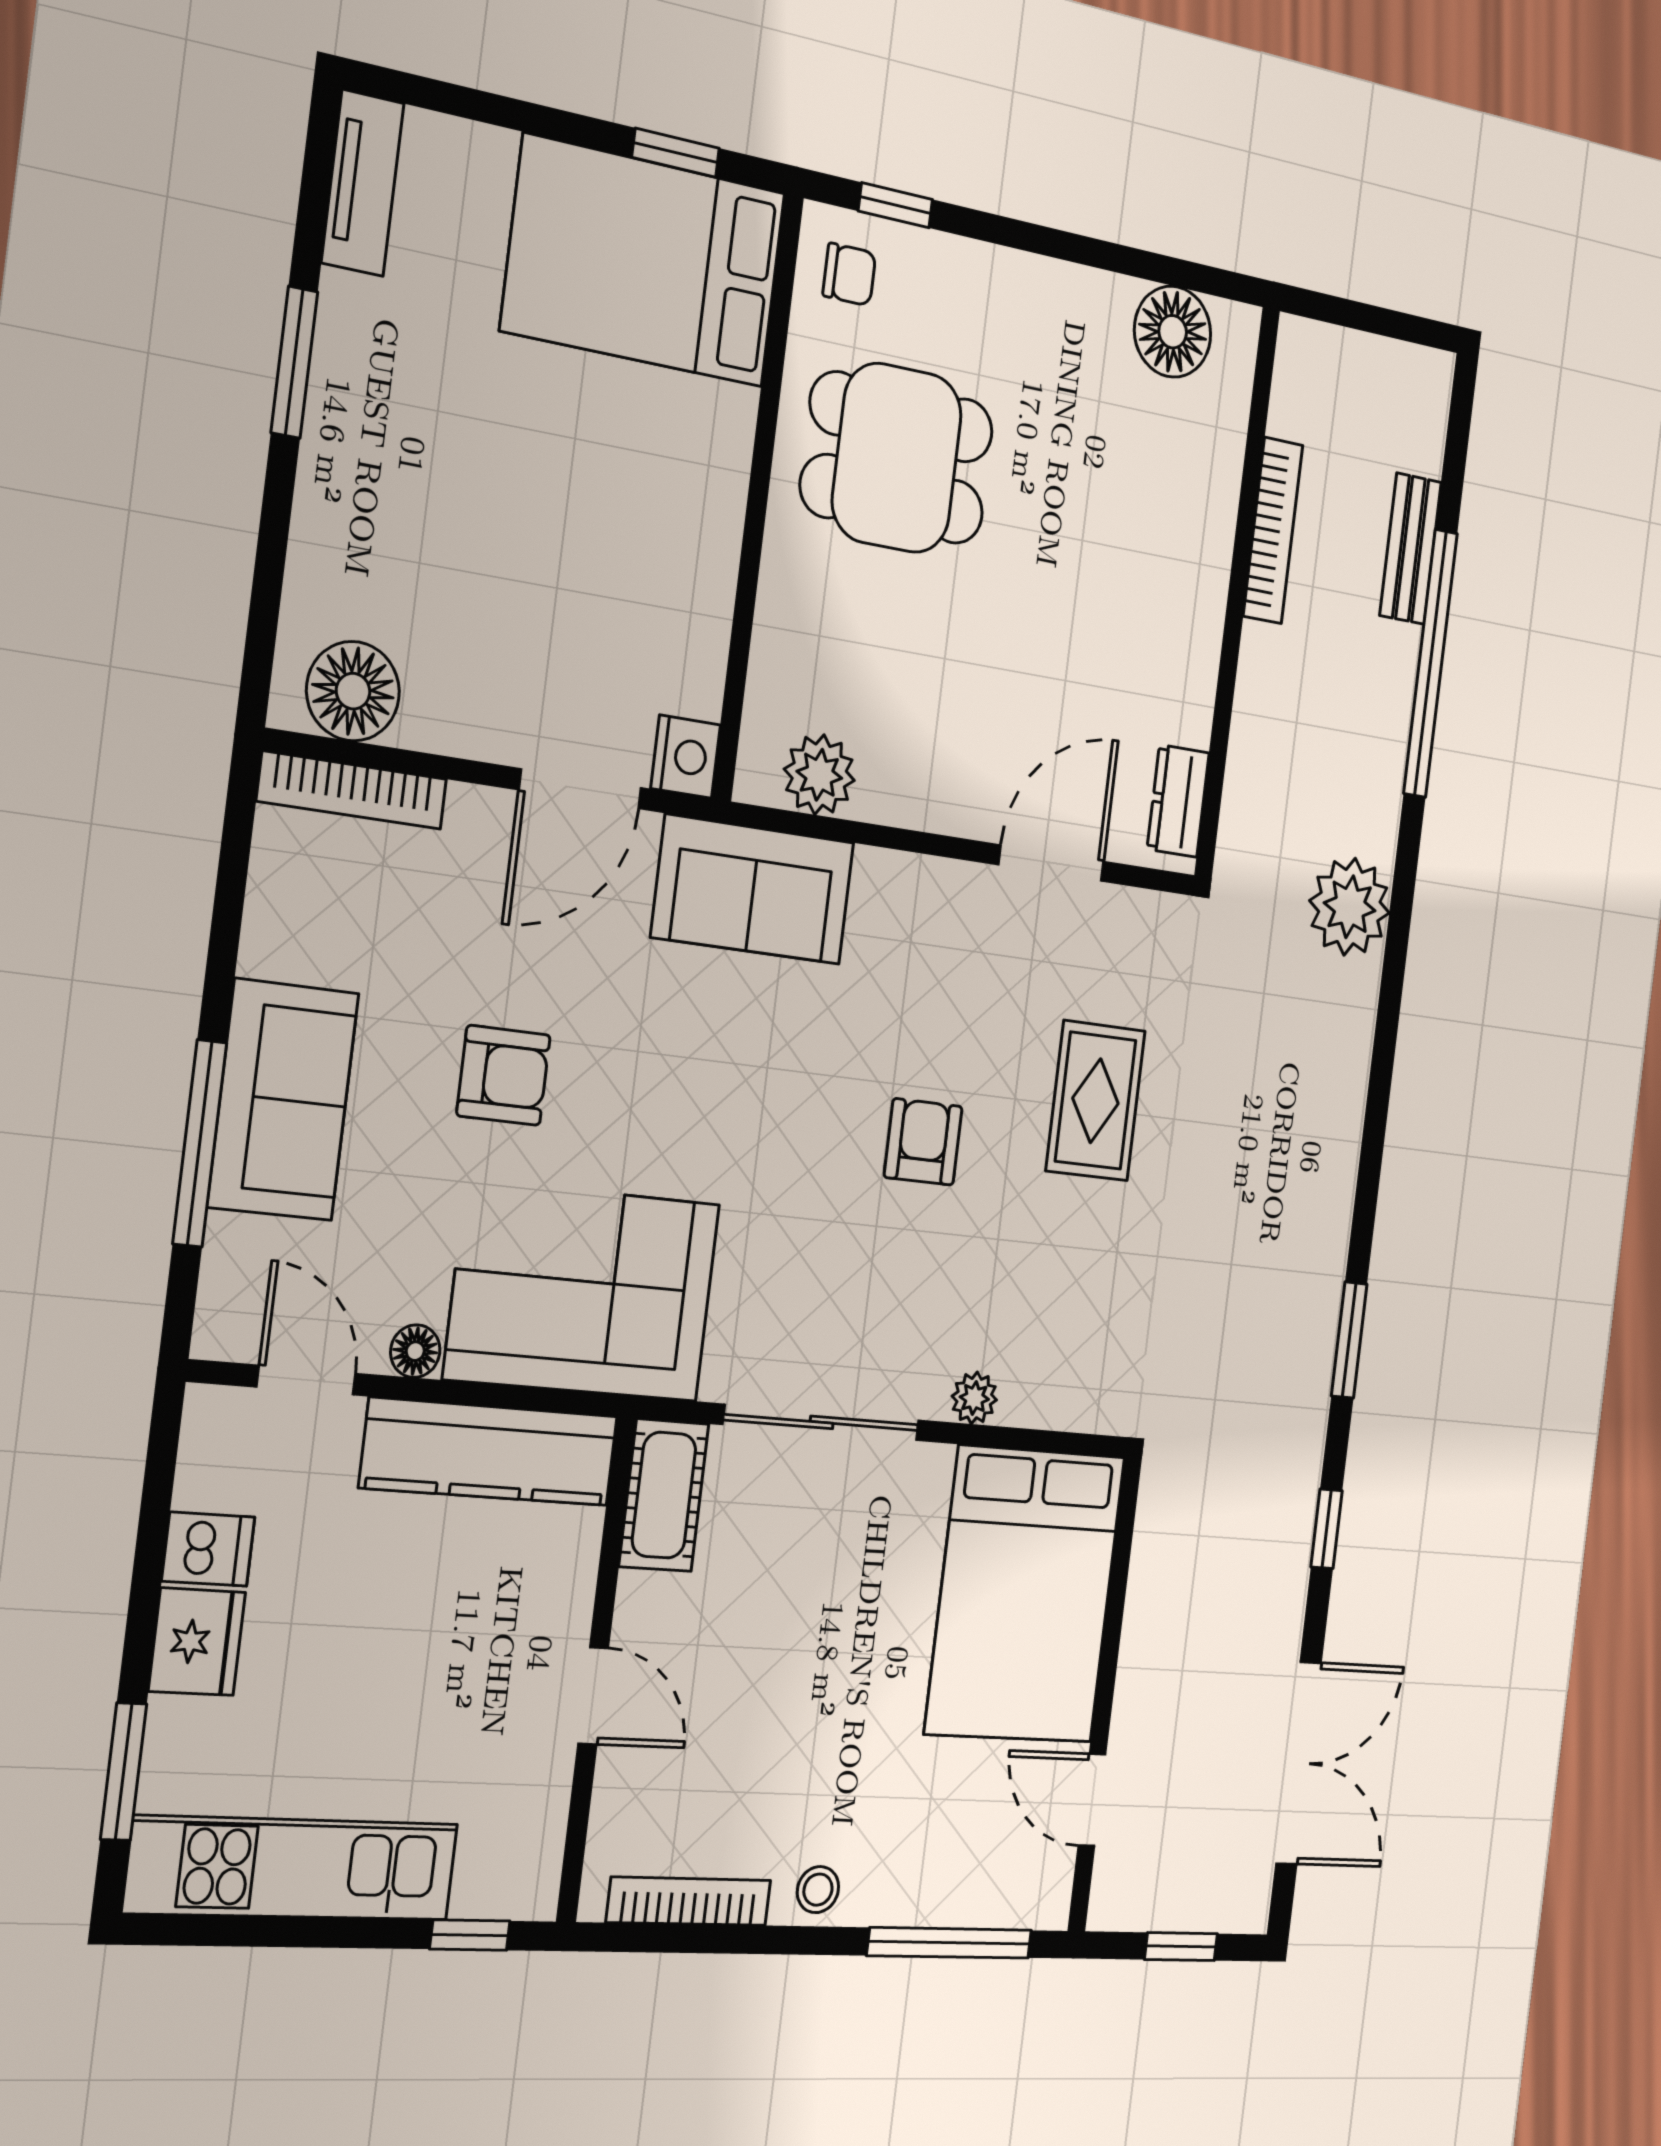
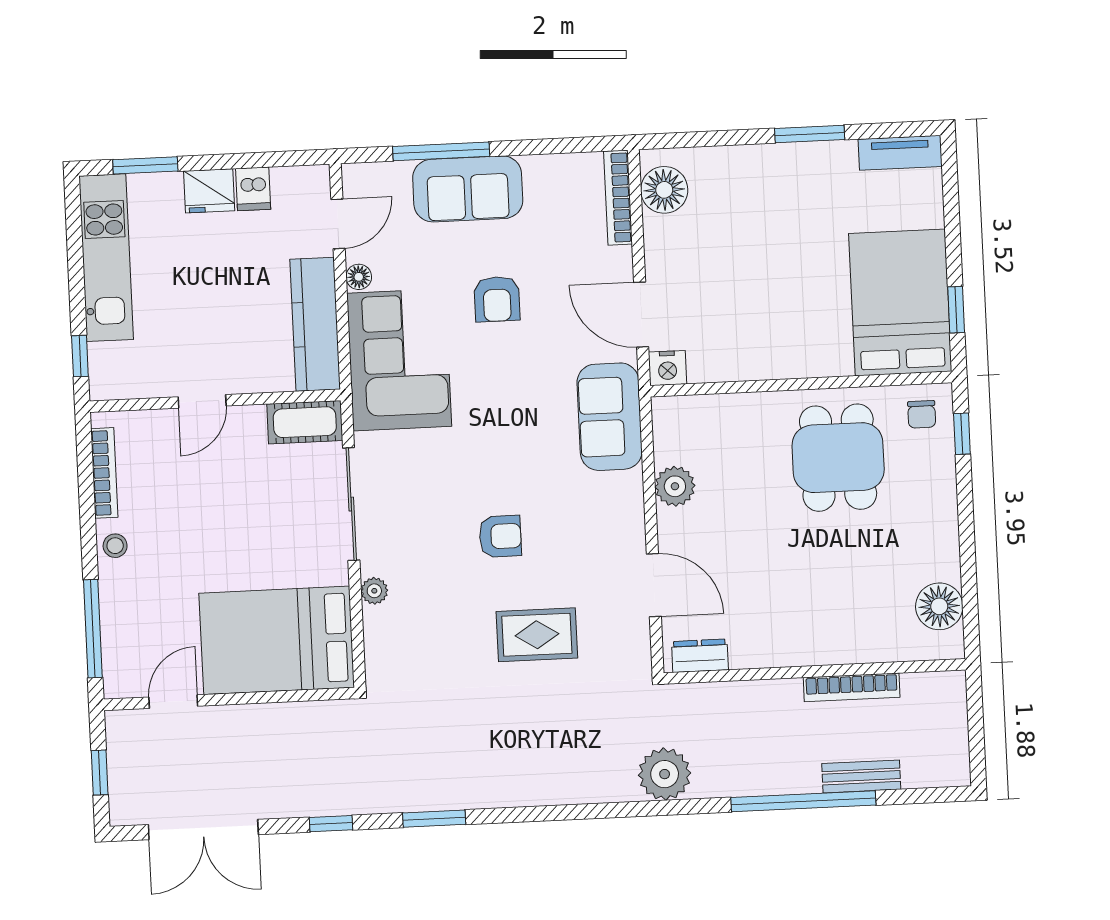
plant: (819, 775) -> (675, 486), moved

